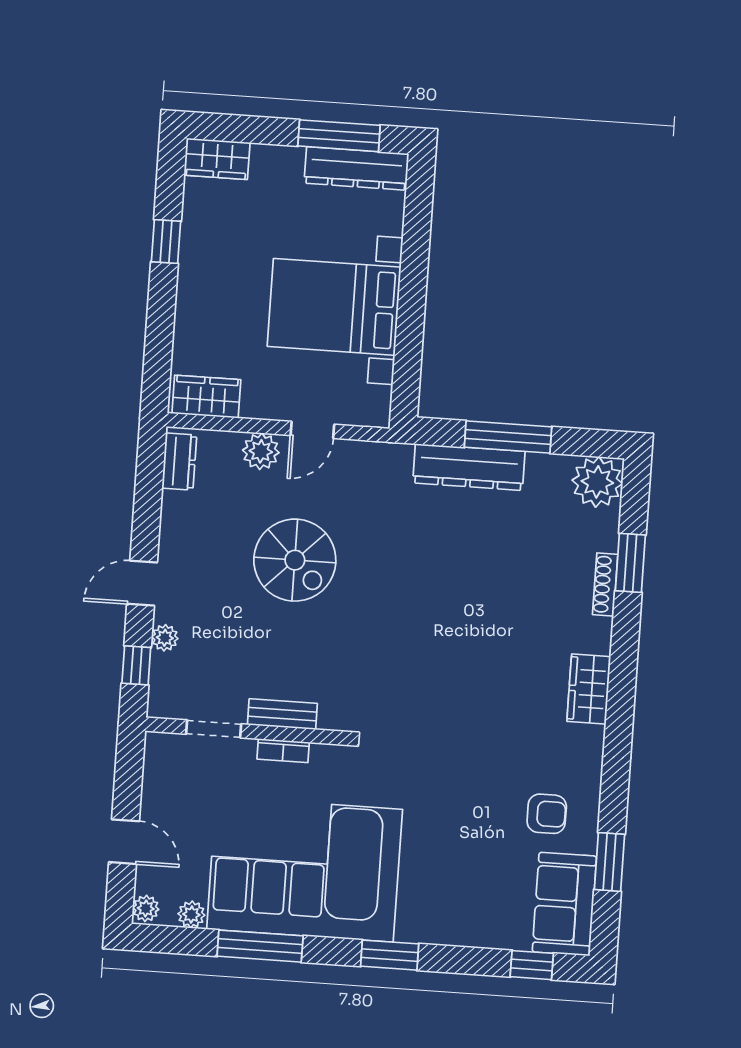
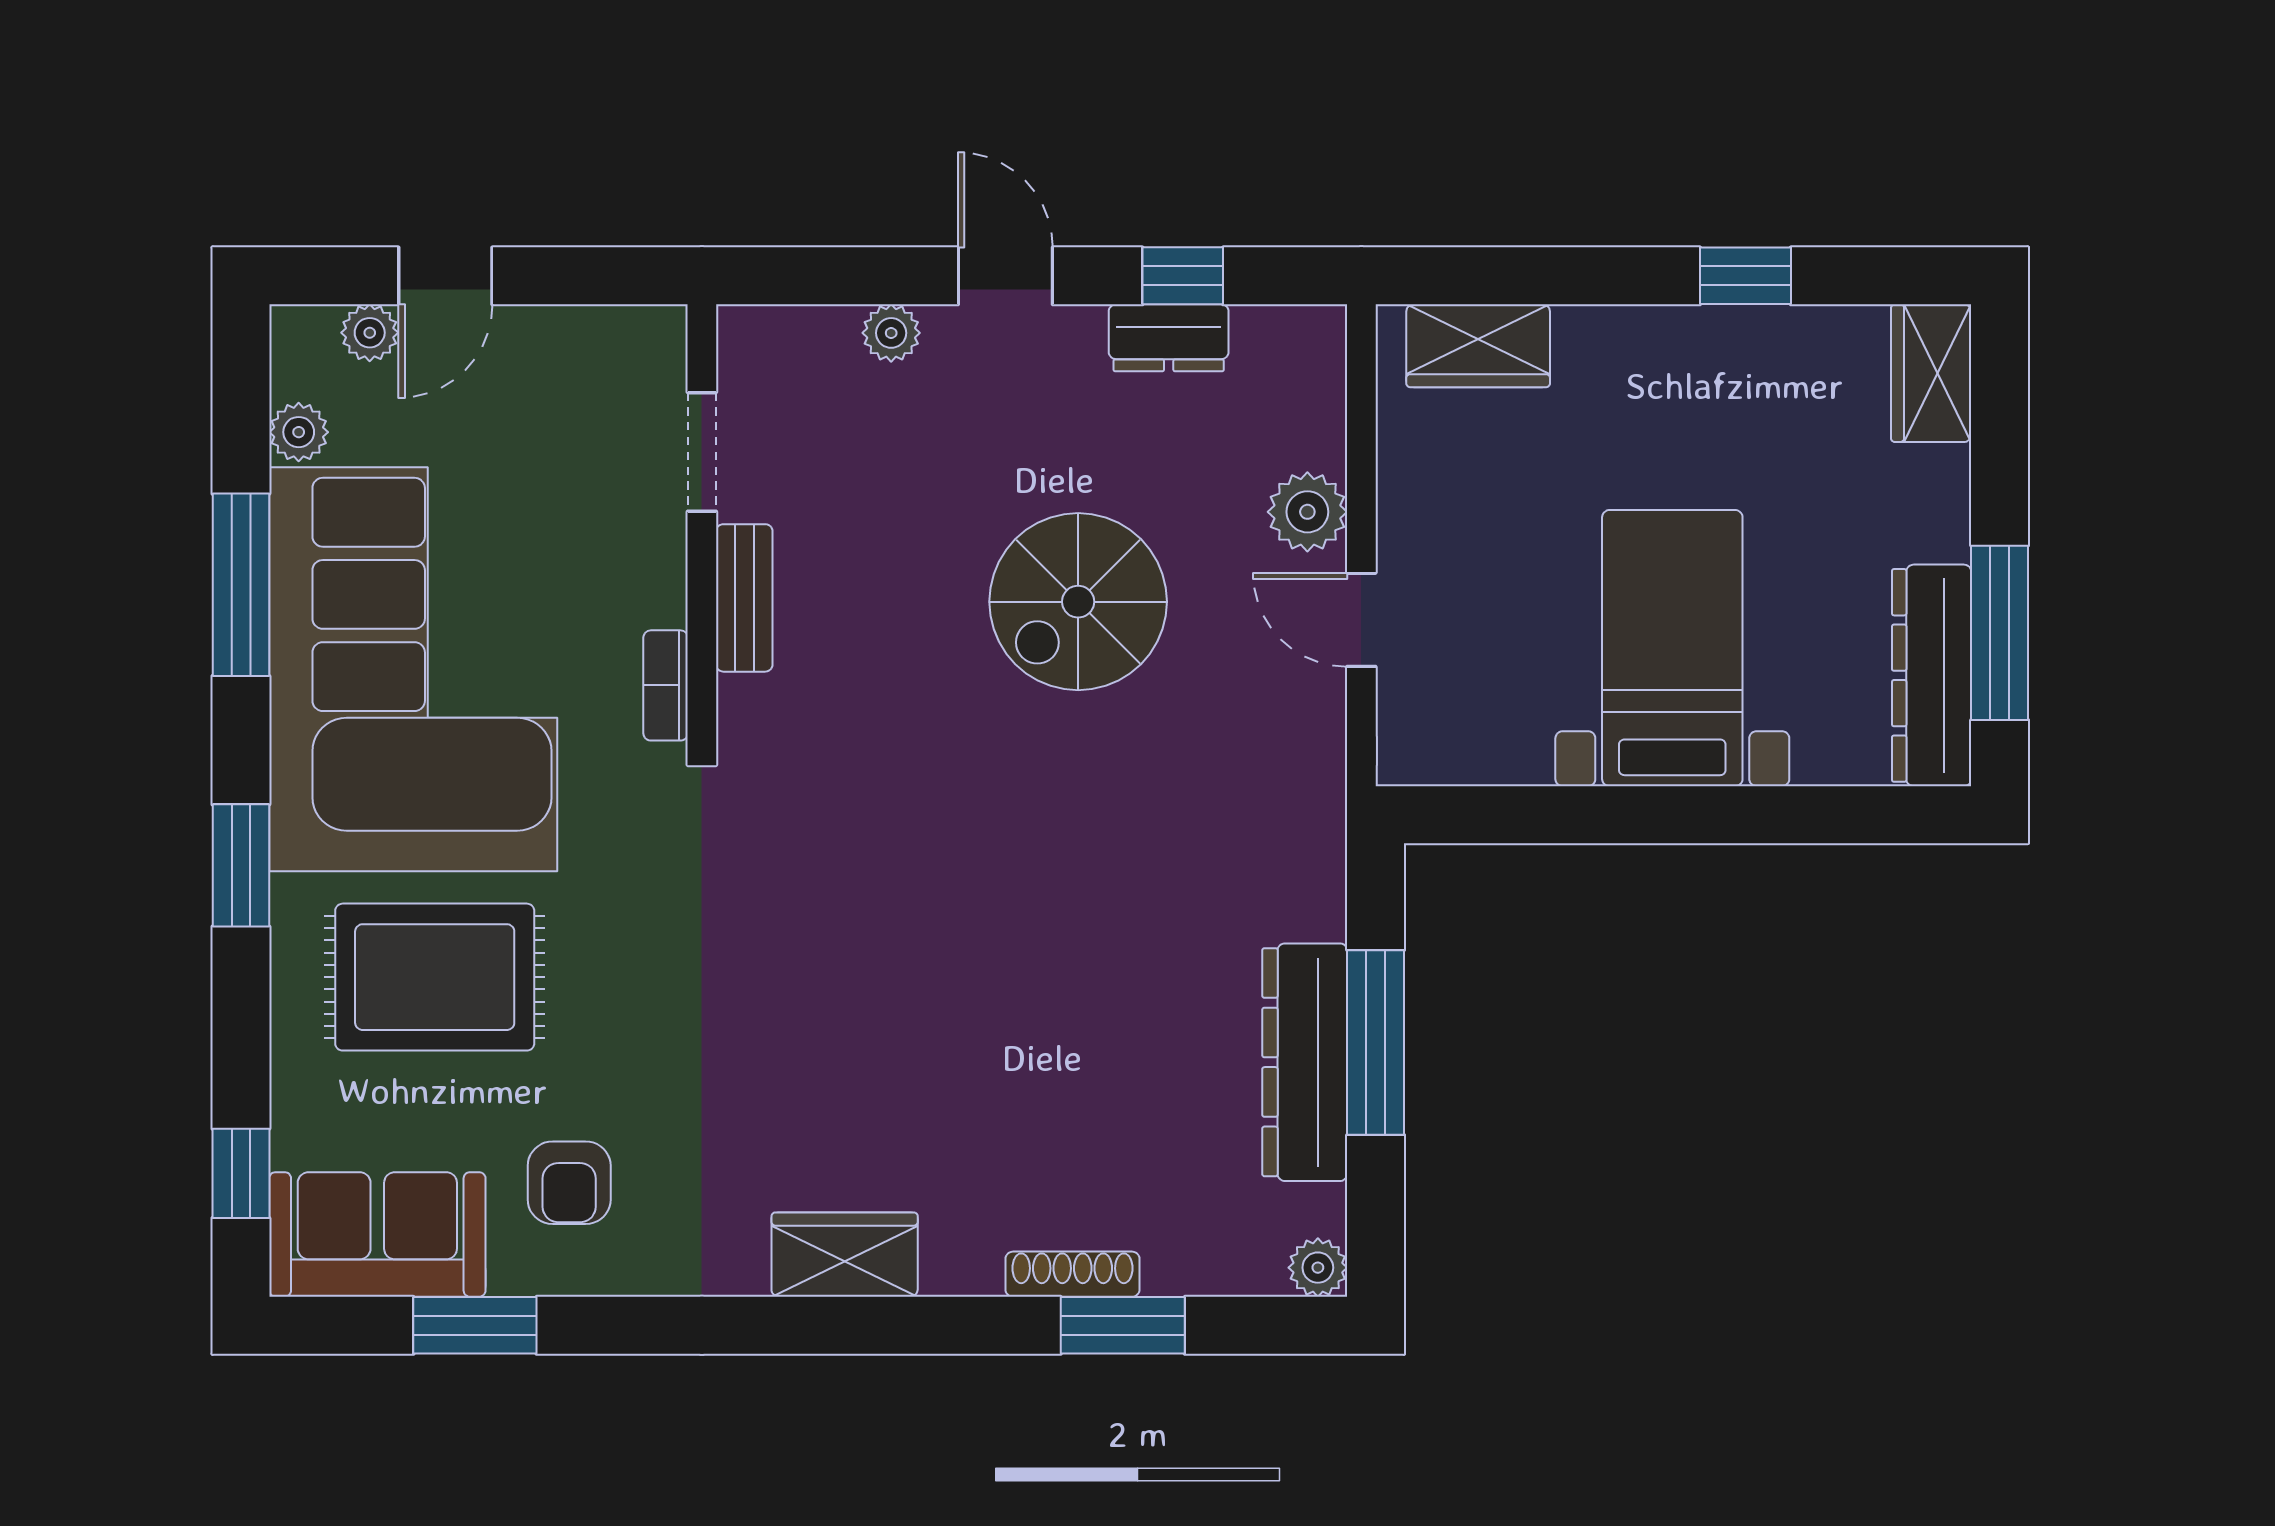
bed with nightstands: (334, 307) -> (1672, 648), width x0.73
wardrobe: (206, 397) -> (1478, 346), moved, turned 90
dresser: (179, 461) -> (1169, 338), moved
dresser: (469, 467) -> (1305, 1062), moved
plant: (597, 482) -> (1318, 1268), width x0.53, depth x0.53
window: (136, 665) -> (1183, 276), moved
bookcase: (283, 751) -> (666, 685), moved
rug: (447, 869) -> (435, 977), added
plant: (146, 908) -> (370, 333), moved

